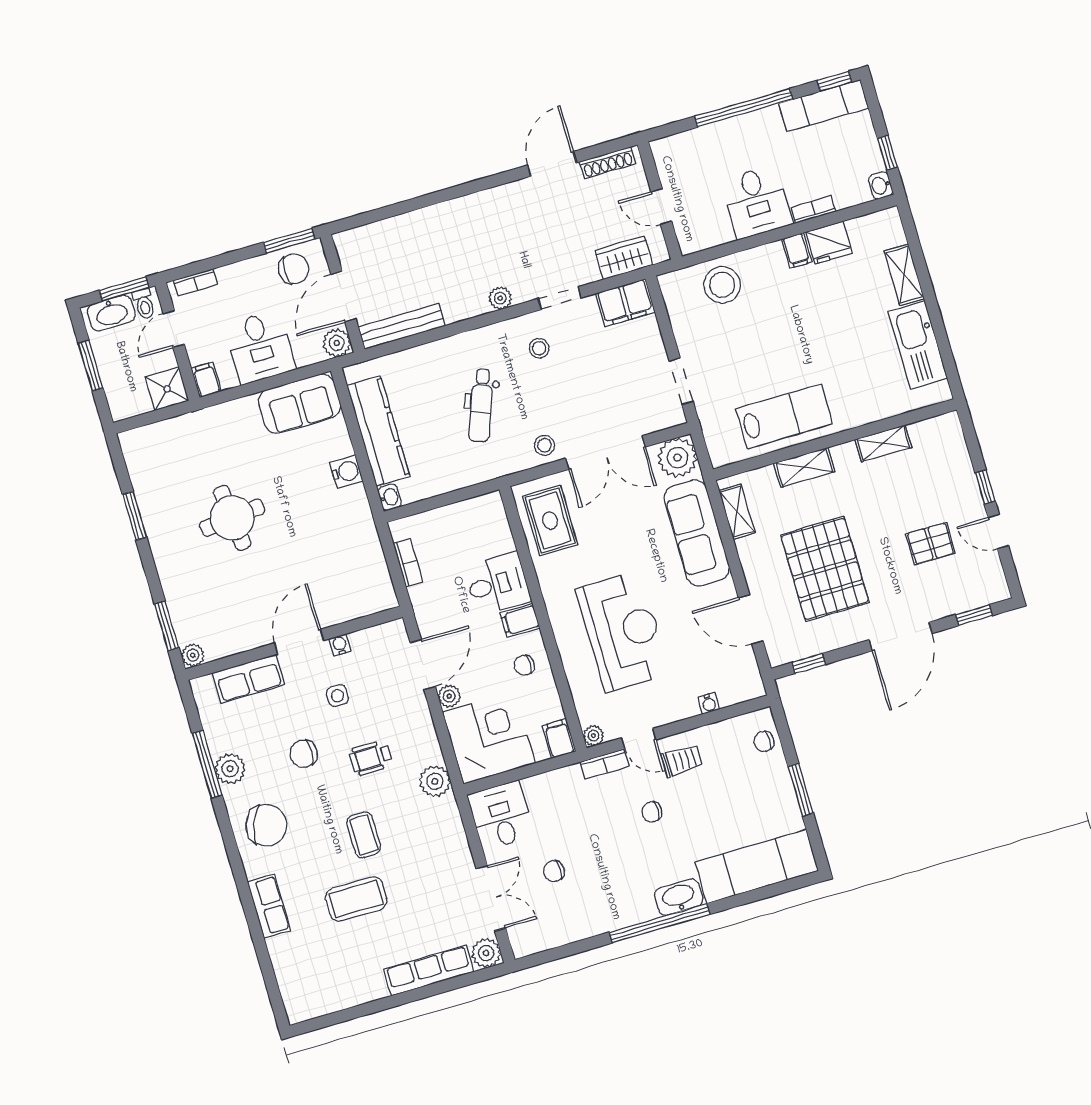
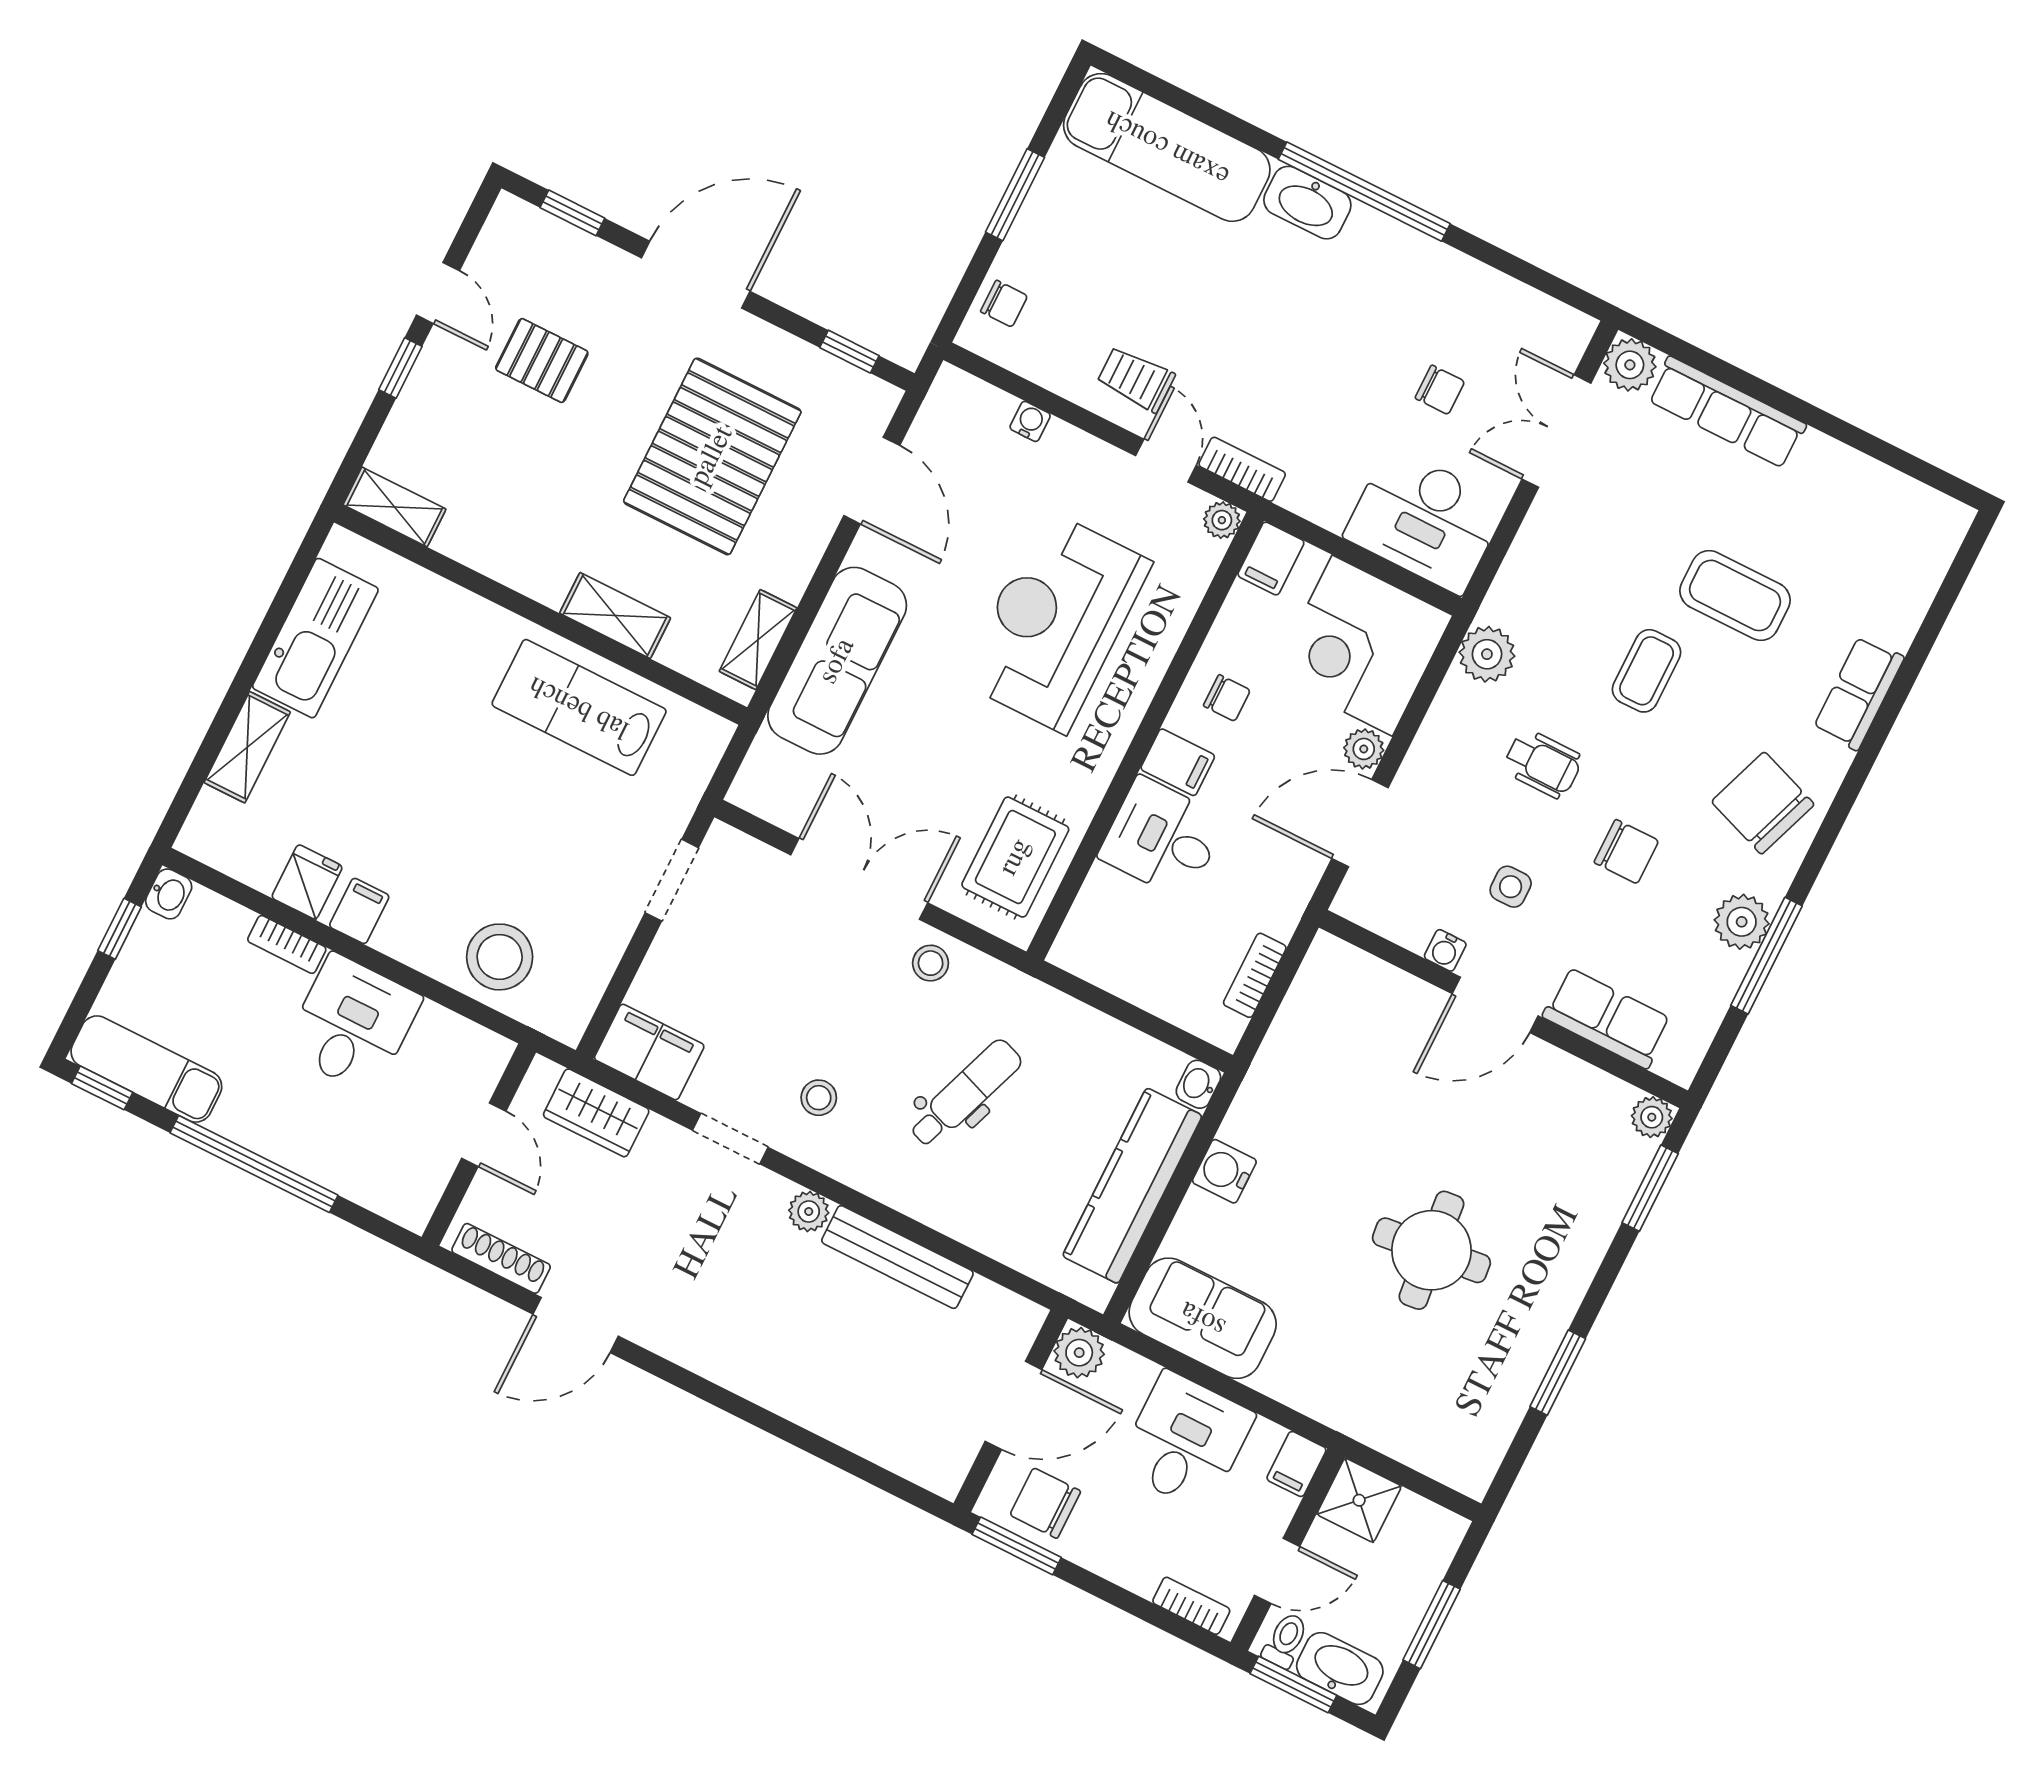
fridge: (829, 243) -> (307, 882), width x0.72
bench: (402, 326) -> (897, 1257), moved
shelving: (883, 443) -> (395, 507), moved
plant: (677, 458) -> (770, 784), removed
chair: (652, 812) -> (1238, 348), removed
desk: (501, 815) -> (1425, 520), width x1.37

